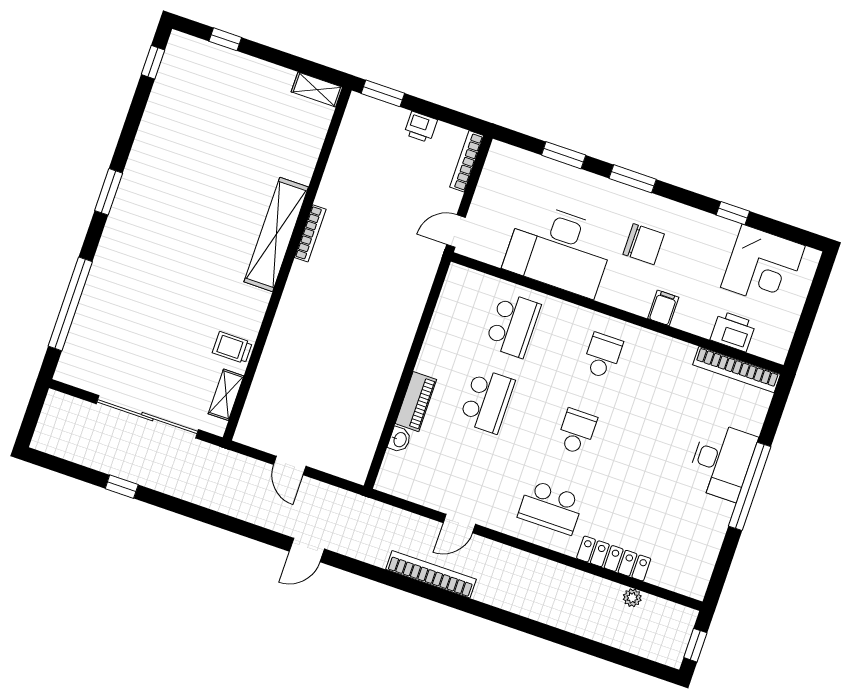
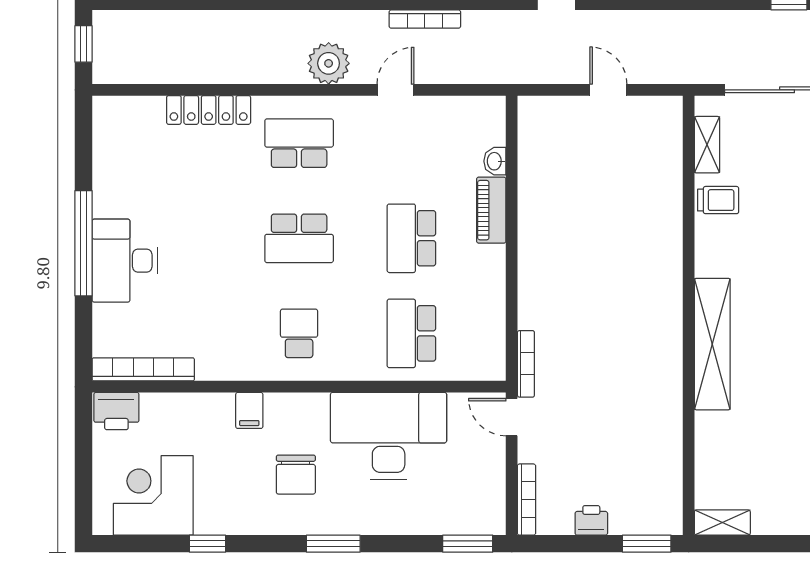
window: (564, 155) -> (468, 544), moved
door: (456, 231) -> (512, 417), swing flipped
bookcase: (310, 233) -> (526, 364), moved, turned 180
chair: (644, 244) -> (296, 475), turned -90
printer: (733, 331) -> (116, 411), moved
school desk: (603, 356) -> (299, 333), turned 180
school desk: (577, 432) -> (299, 238), width x1.85
bookcase: (431, 574) -> (425, 19), width x0.68, depth x0.76
plant: (632, 598) -> (329, 63), moved, width x1.88, depth x1.88

